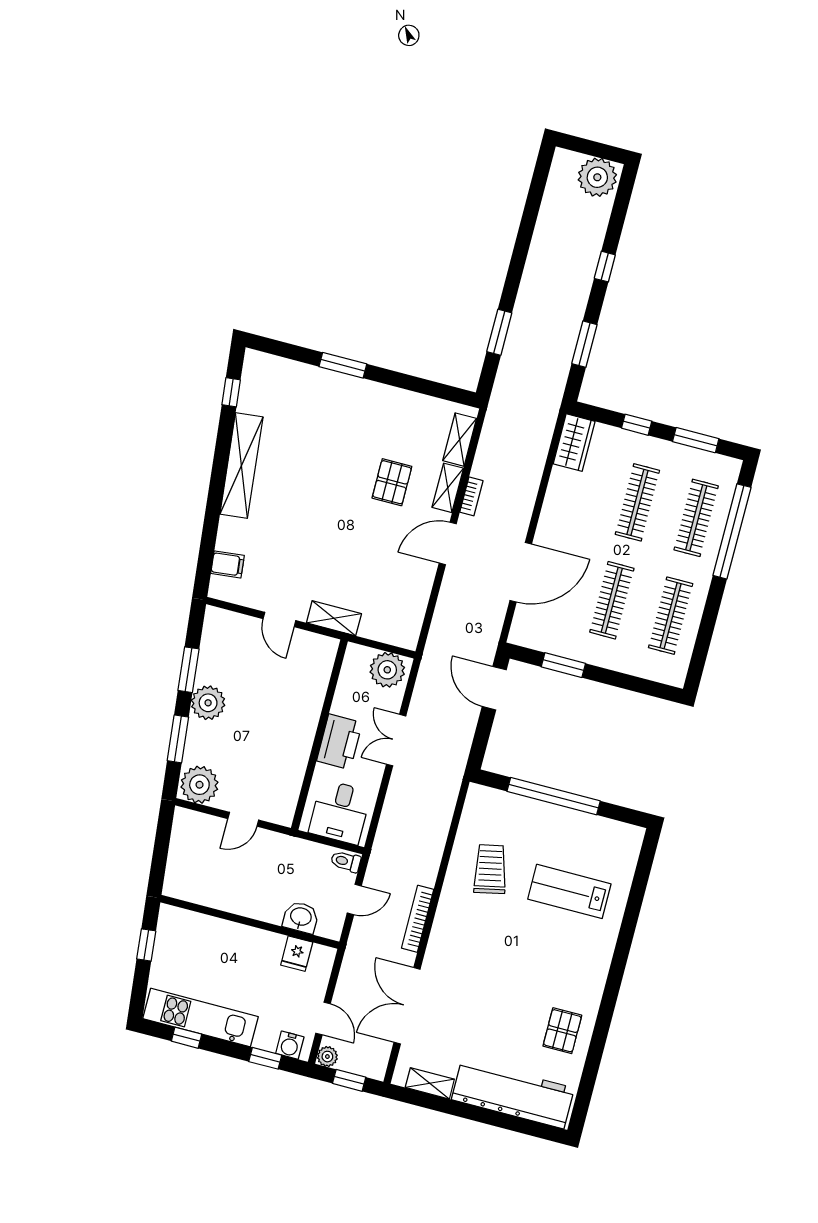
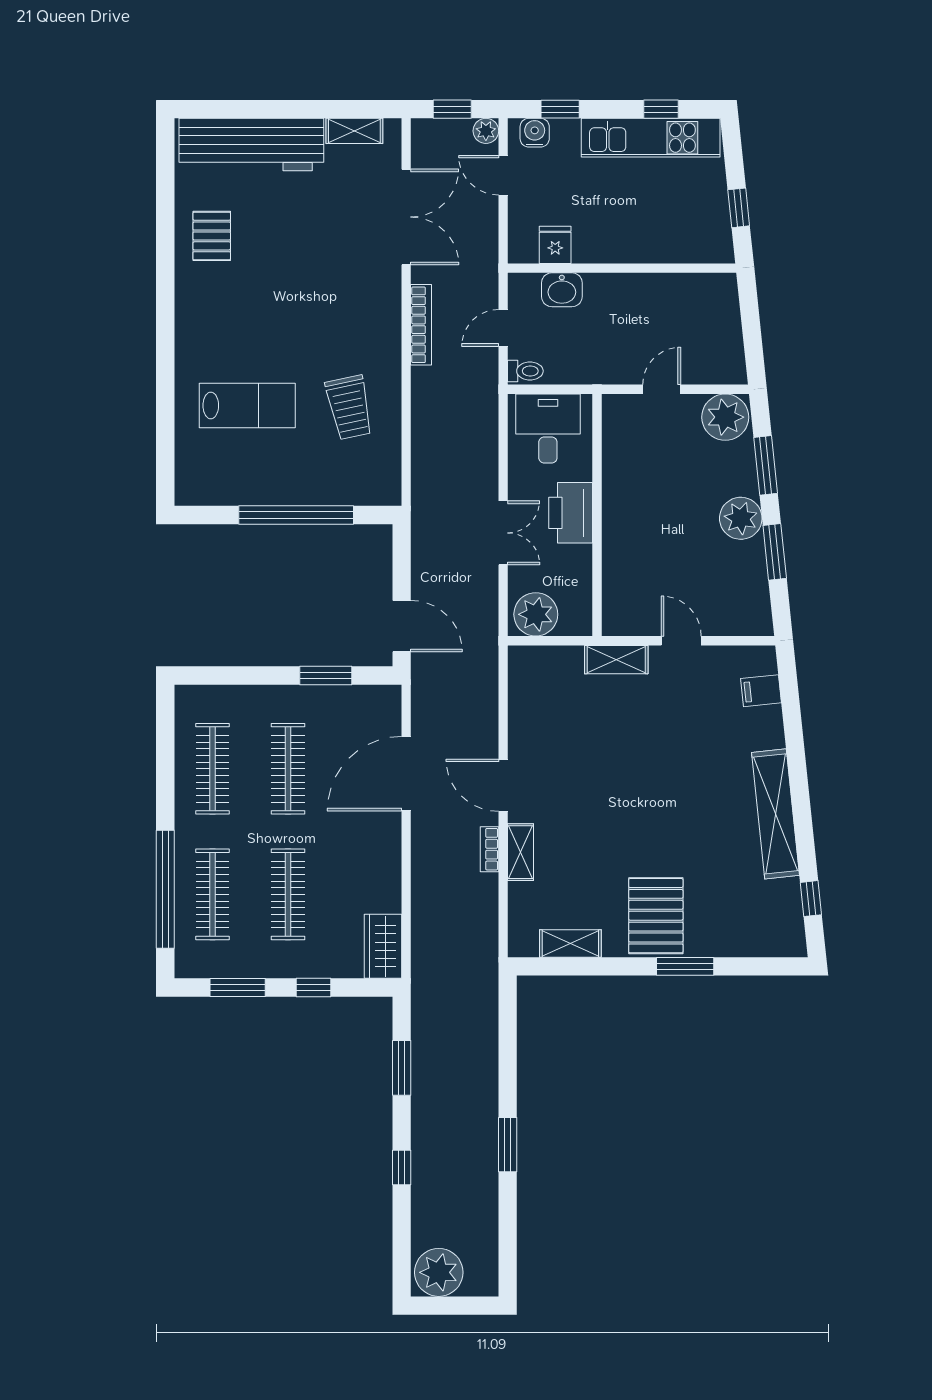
window: (499, 332) -> (508, 1145), moved
shelving: (460, 440) -> (570, 943), moved, turned 90
pallet: (392, 482) -> (656, 916), moved, width x1.50, depth x1.42
door: (448, 543) -> (503, 785), swing flipped

